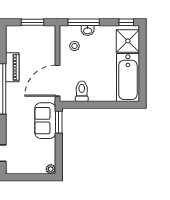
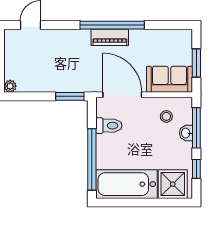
window: (126, 22) -> (196, 169), moved
piano: (12, 67) -> (110, 37), moved
window: (108, 105) -> (92, 159), added
sofa: (45, 121) -> (170, 79), moved

